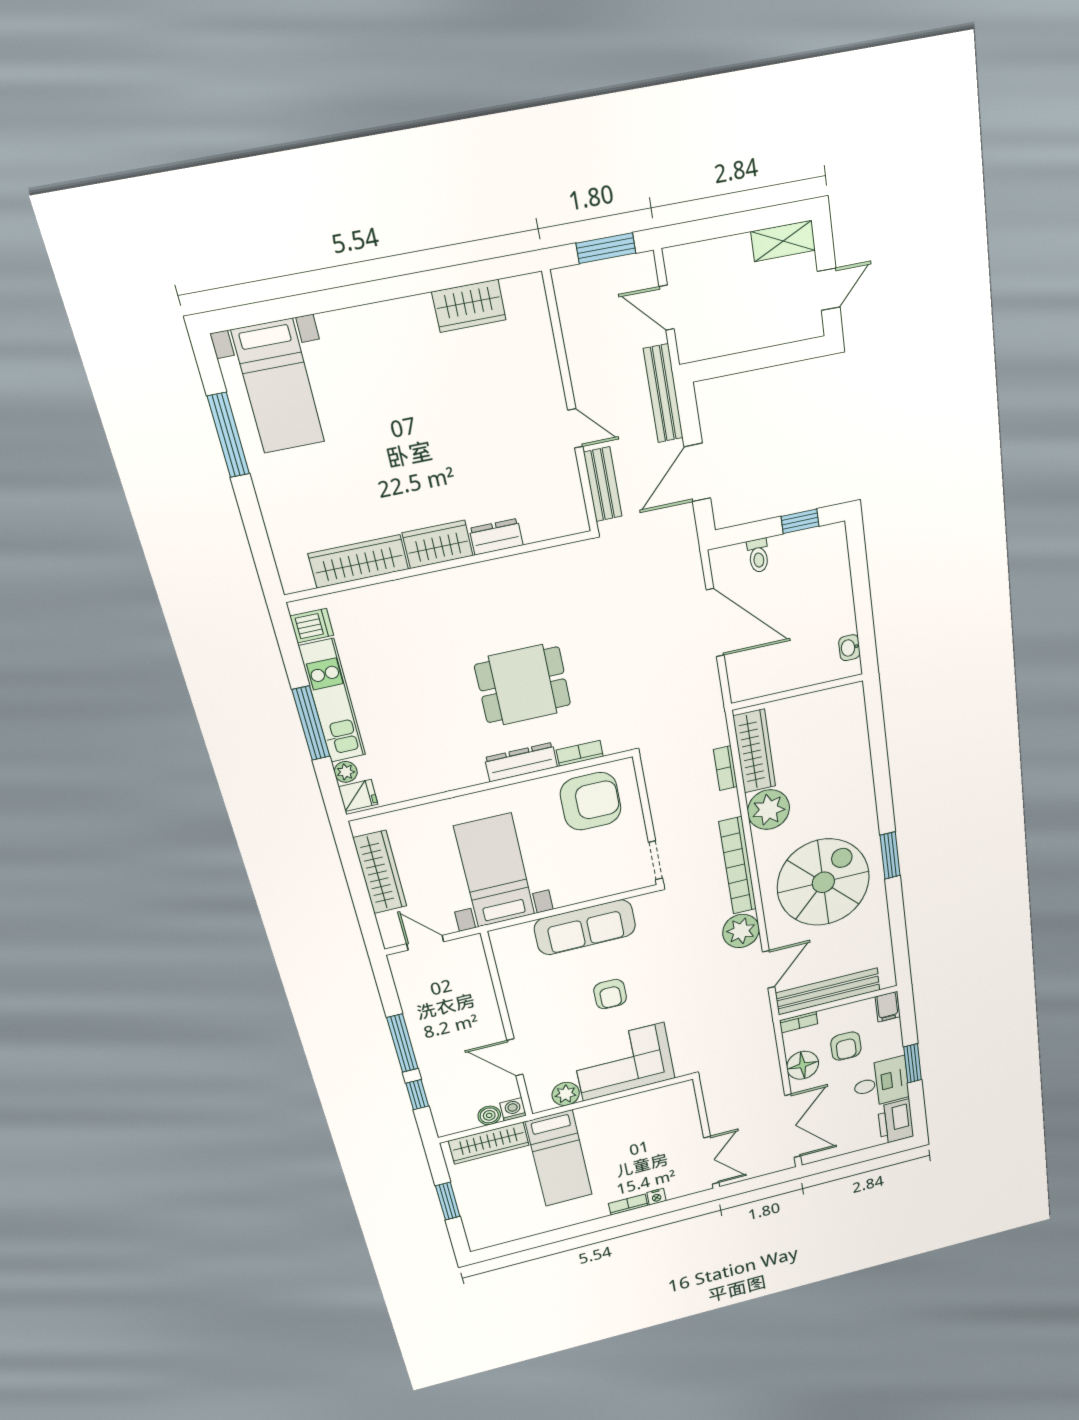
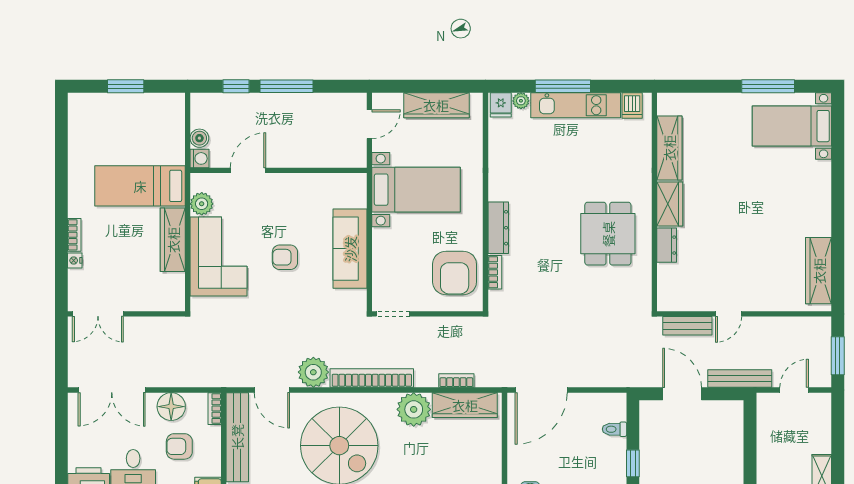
wardrobe: (469, 306) -> (819, 271), width x1.50
door: (715, 623) -> (541, 390), moved
dining table: (523, 685) -> (608, 234), moved
wardrobe: (489, 1143) -> (173, 240), moved

